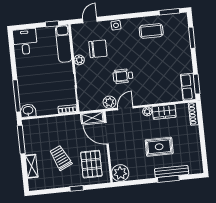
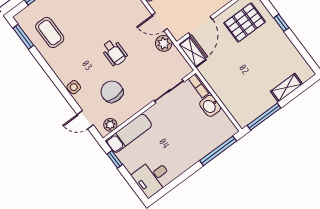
coffee table: (151, 31) -> (50, 33), moved
plant: (79, 60) -> (110, 125), moved
wheelchair: (123, 76) -> (114, 53), moved
washbasin: (28, 111) -> (210, 106), moved
trolley: (61, 158) -> (258, 61), removed

